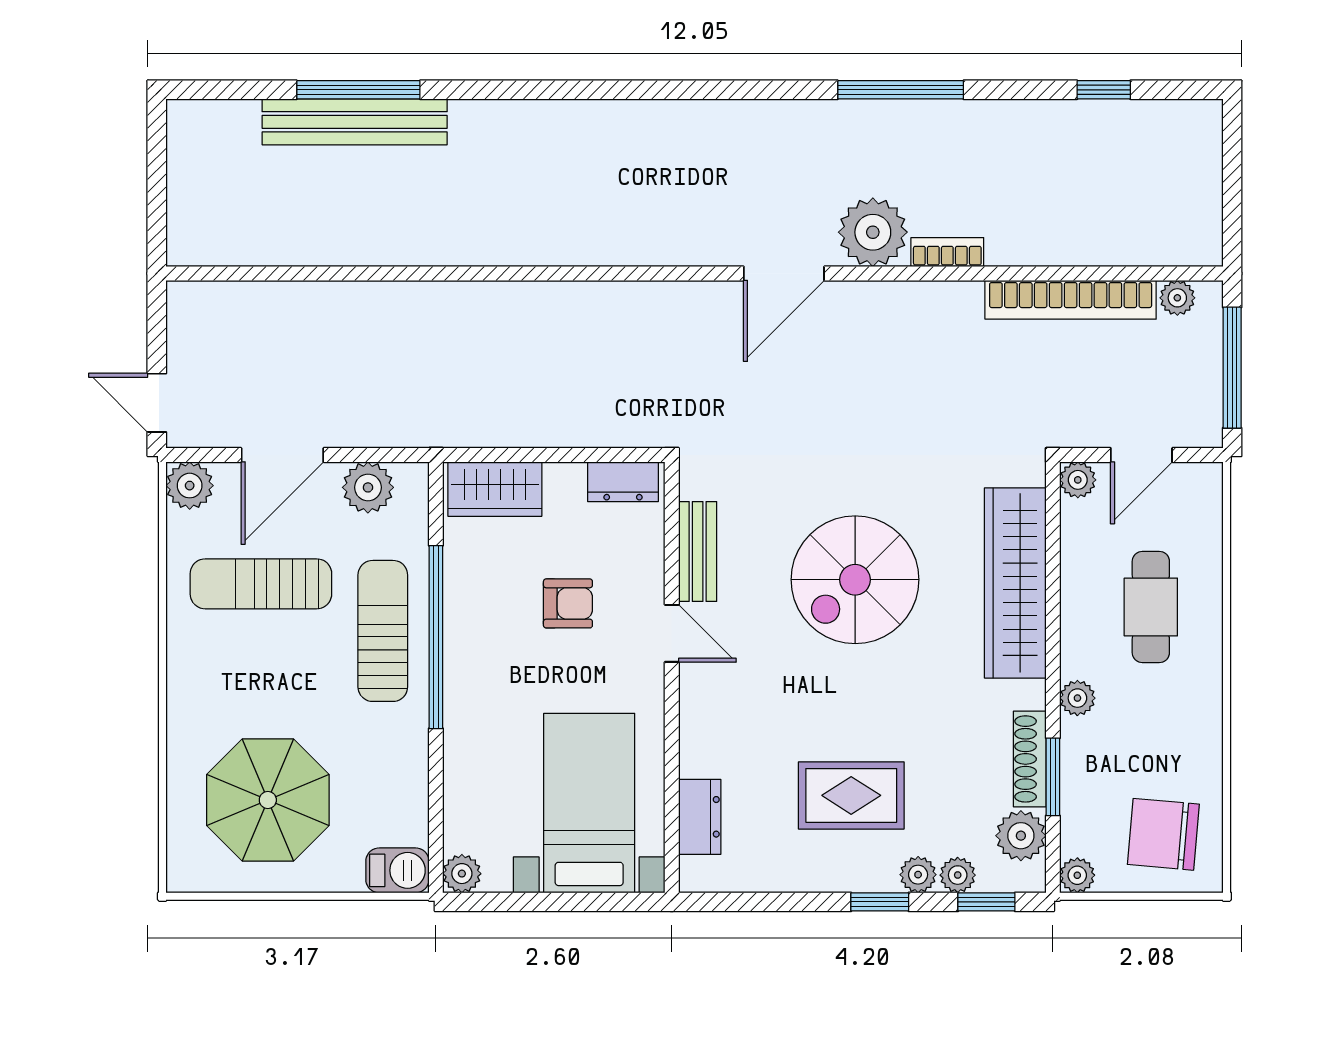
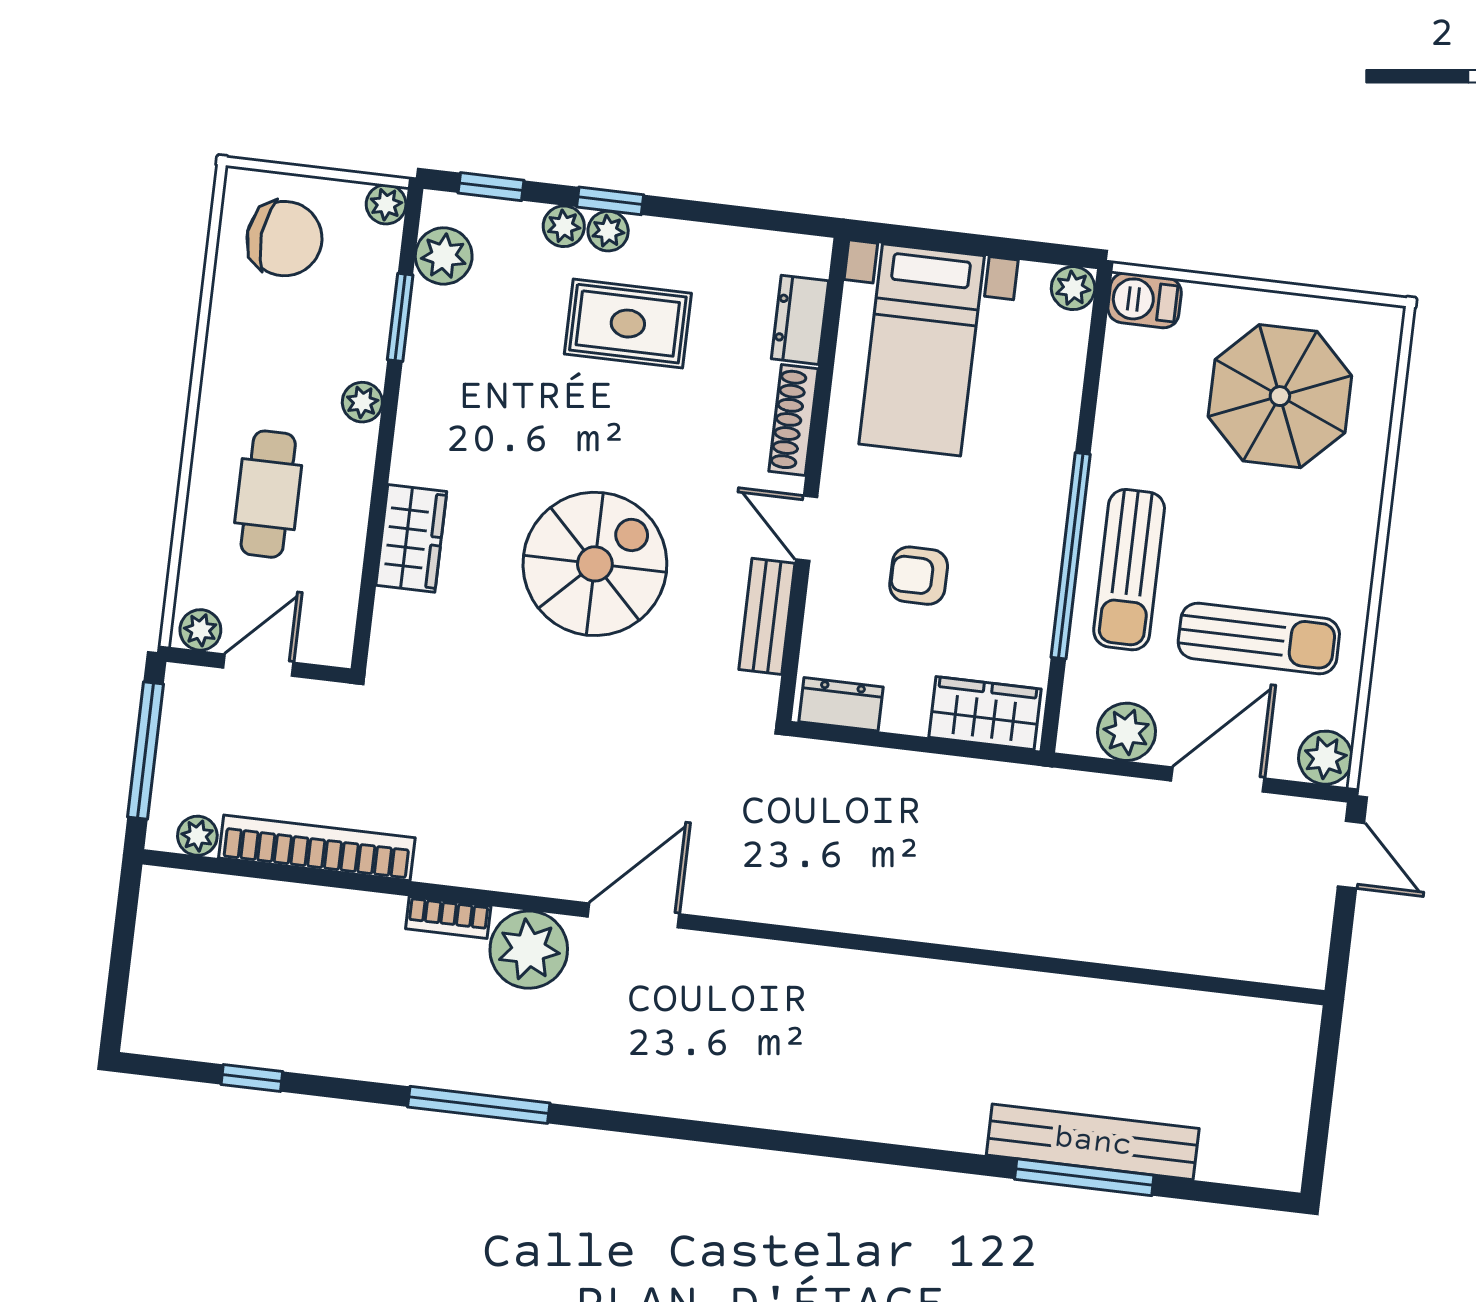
plant: (1078, 480) -> (200, 630), moved
wardrobe: (1015, 583) -> (411, 538), width x0.48, depth x0.85
shoe rack: (1030, 759) -> (793, 420), moved, turned 180
plant: (958, 875) -> (608, 231), moved

